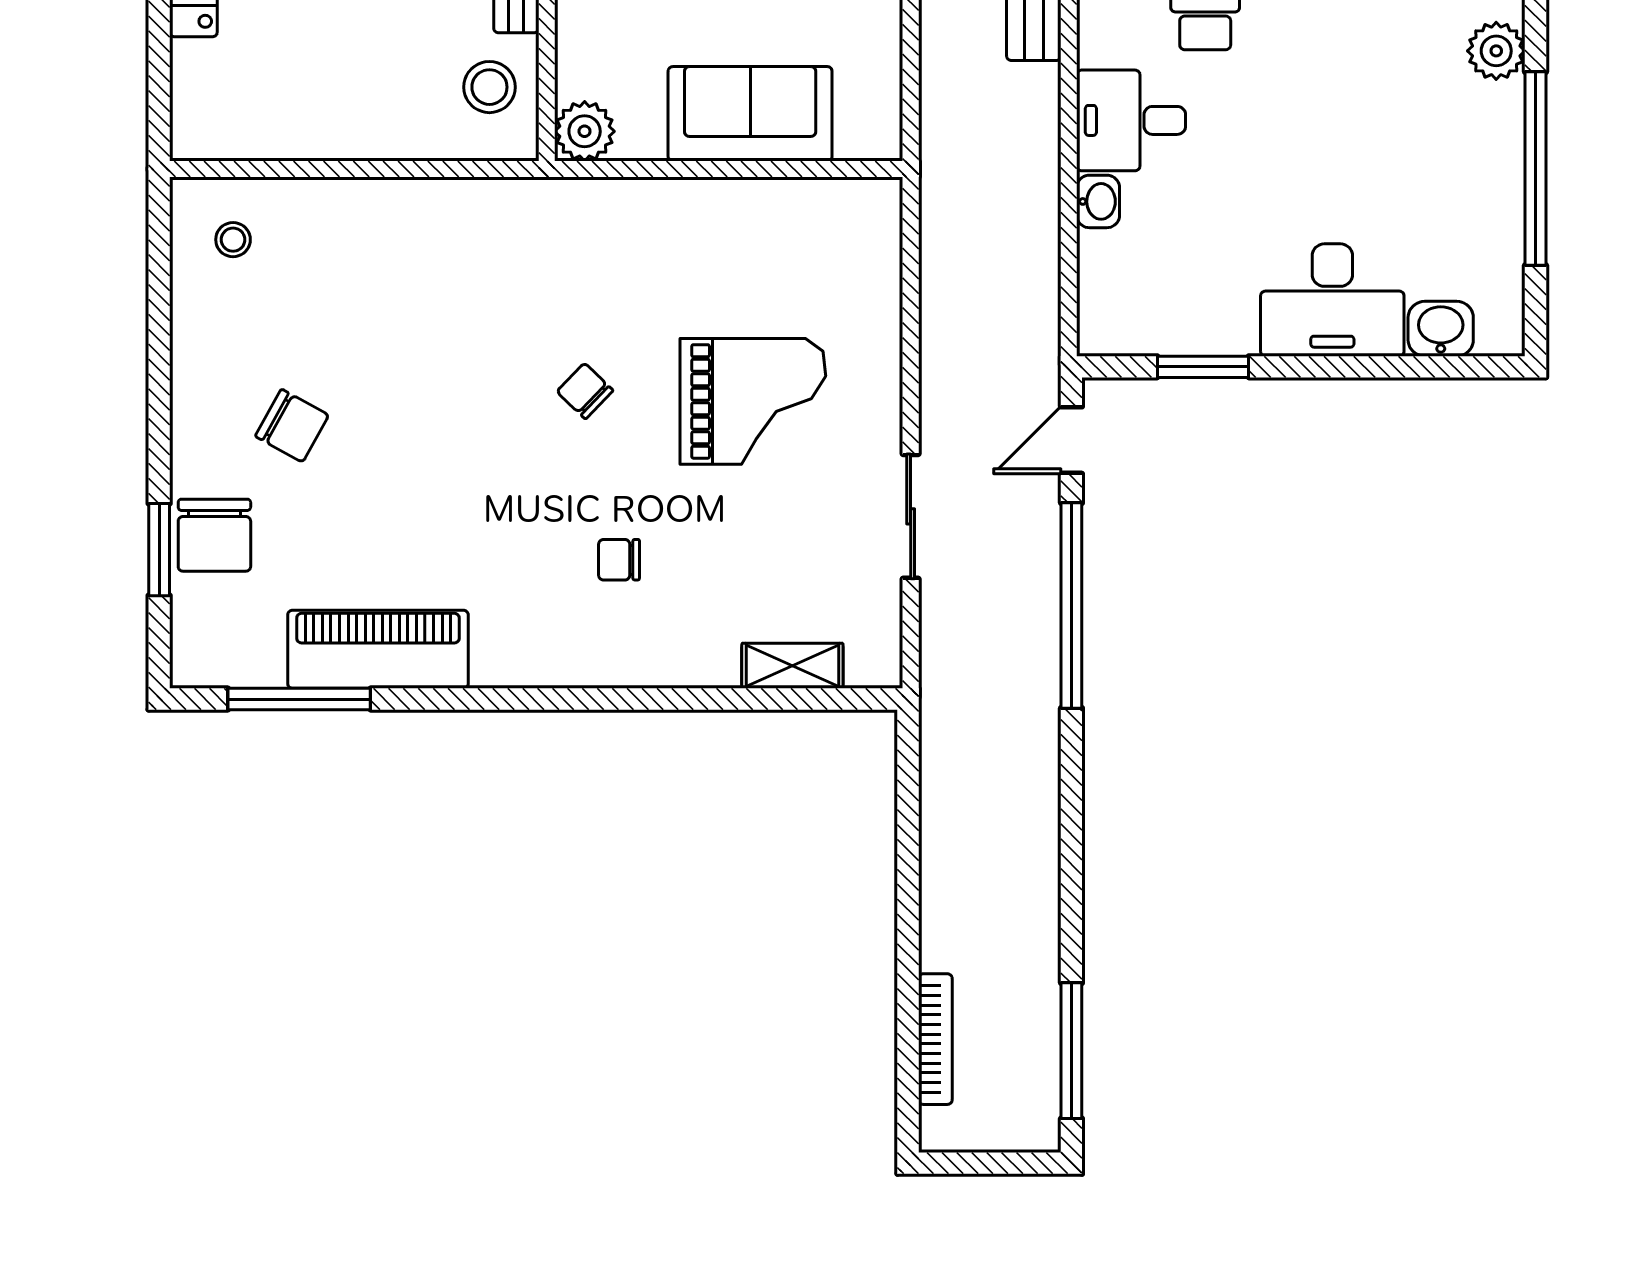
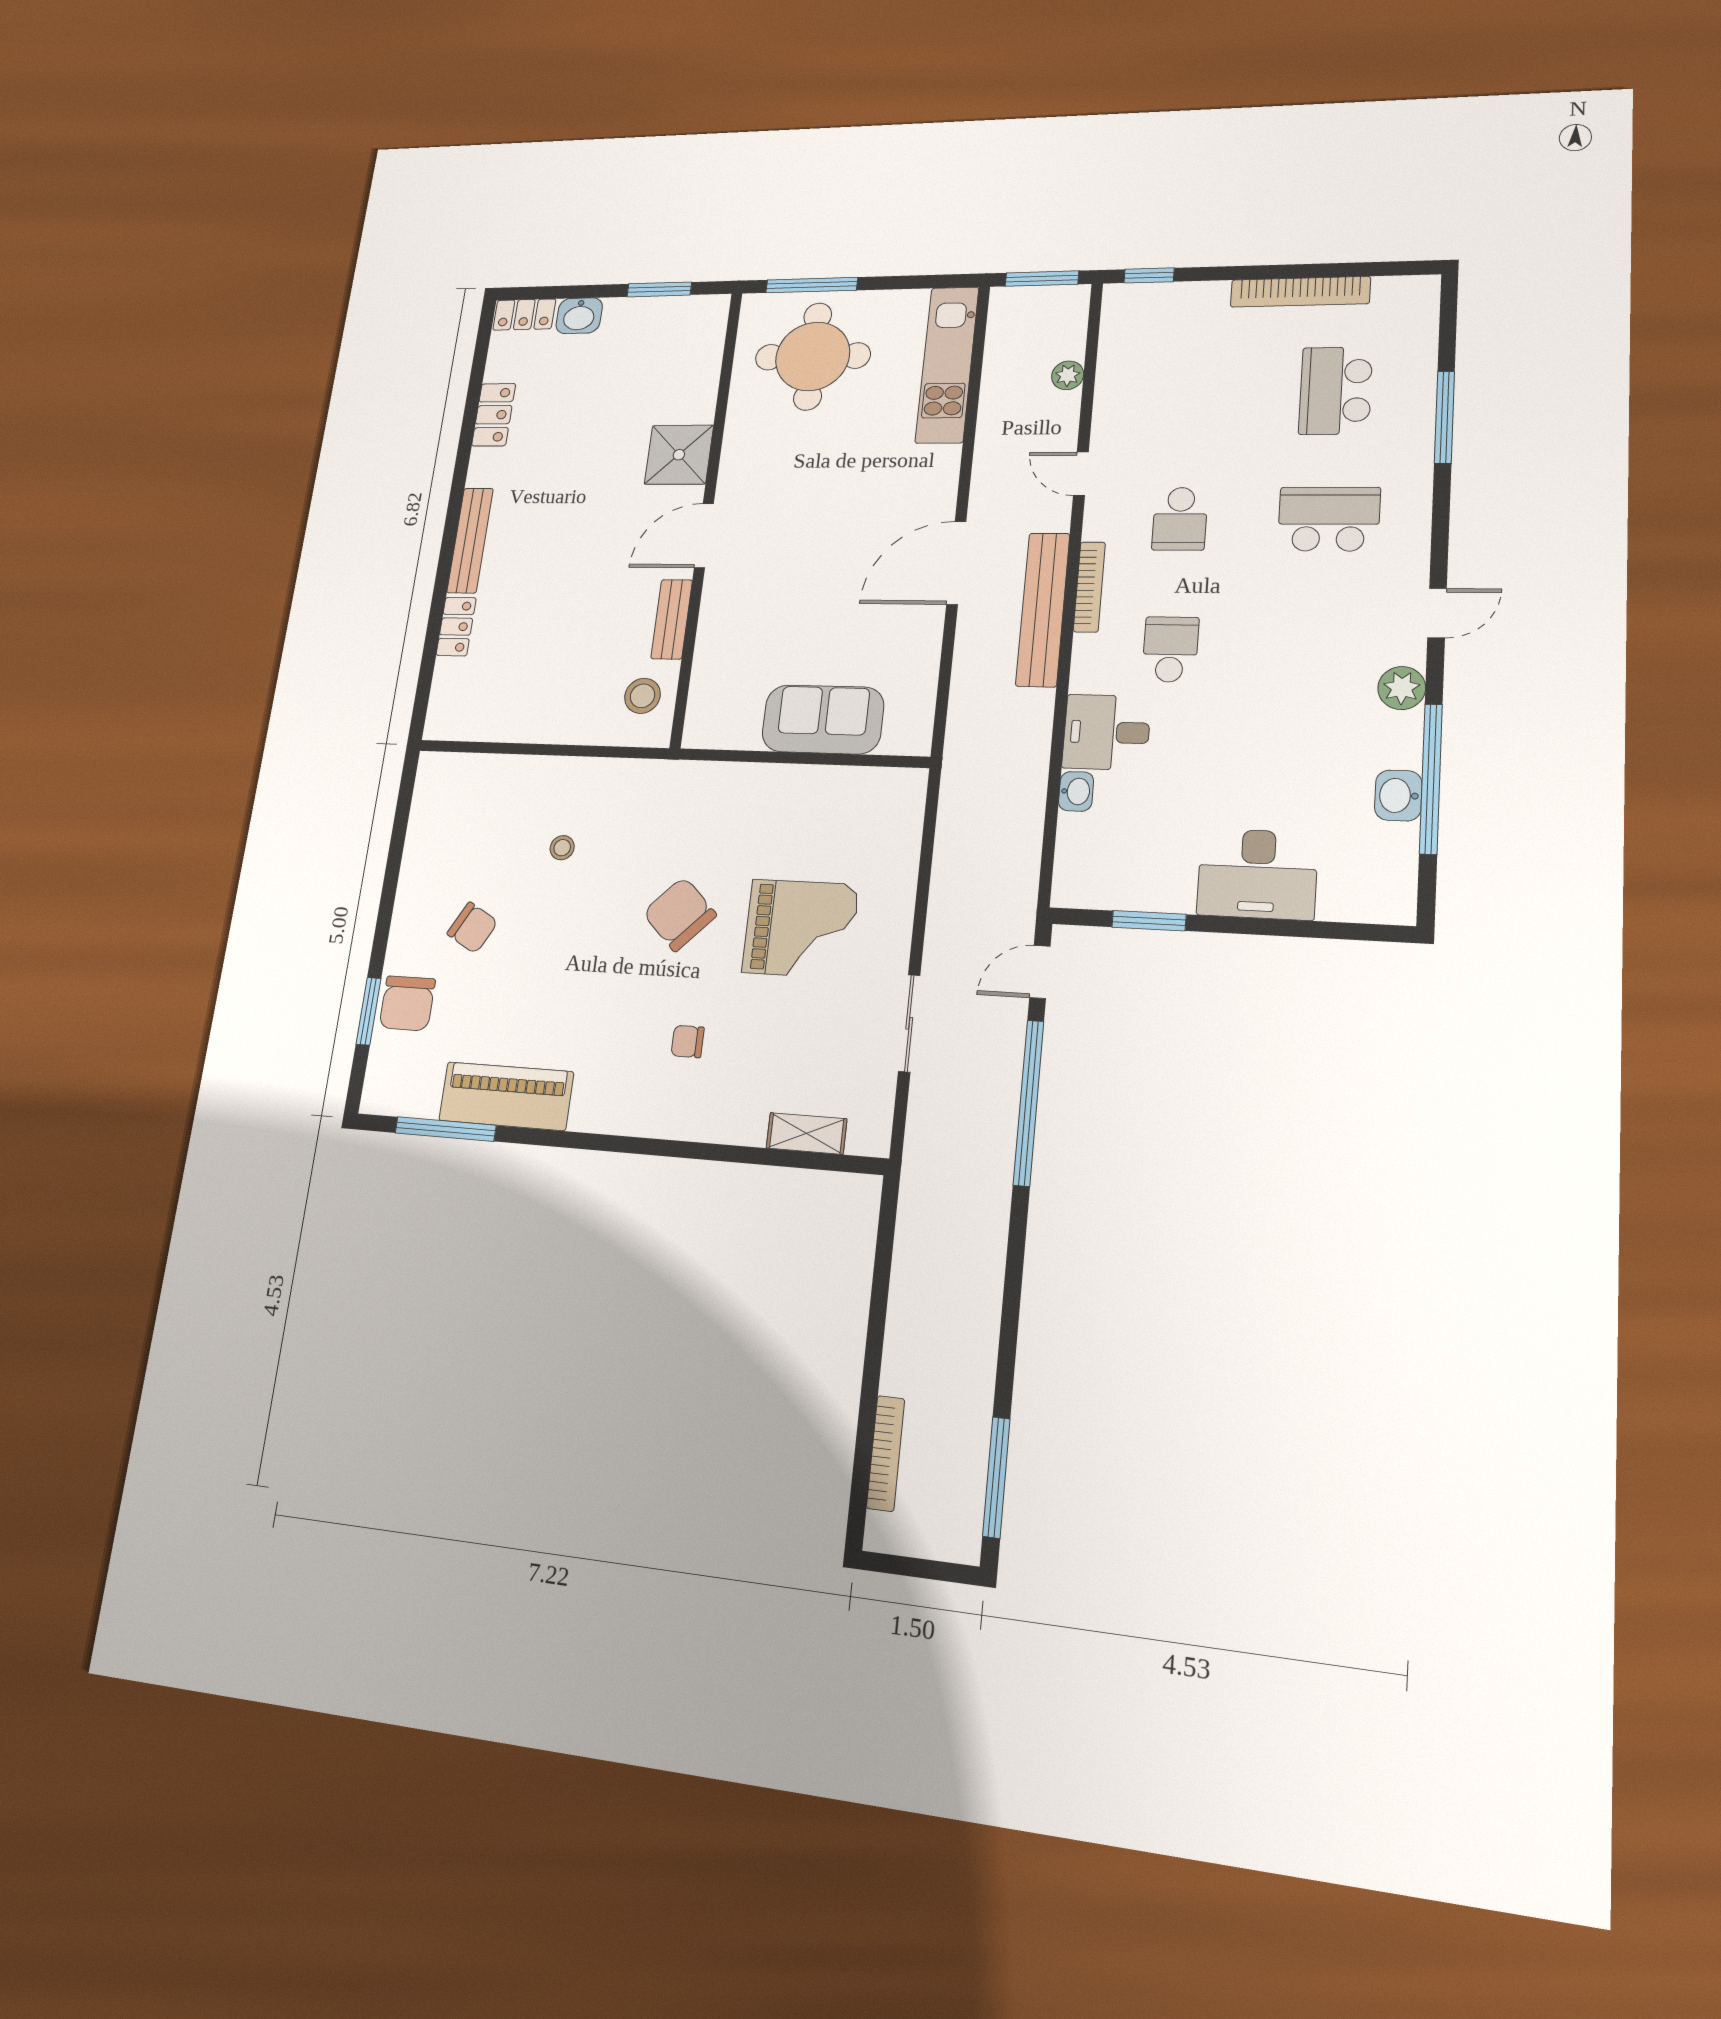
plant: (585, 131) -> (704, 728), removed
stool: (233, 240) -> (562, 848), moved
washbasin: (1441, 329) -> (1398, 796), moved, turned -90
chair: (585, 391) -> (680, 914), width x1.87, depth x1.87

